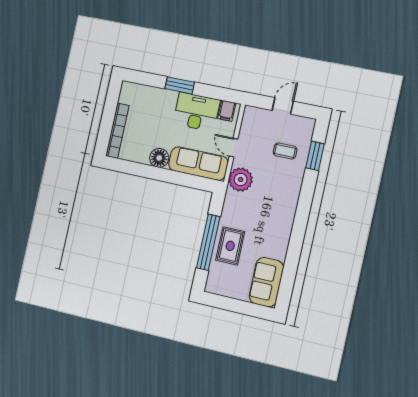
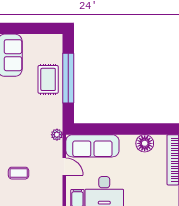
floor lamp: (159, 158) -> (145, 143), moved
plant: (241, 180) -> (57, 135), width x0.53, depth x0.53

